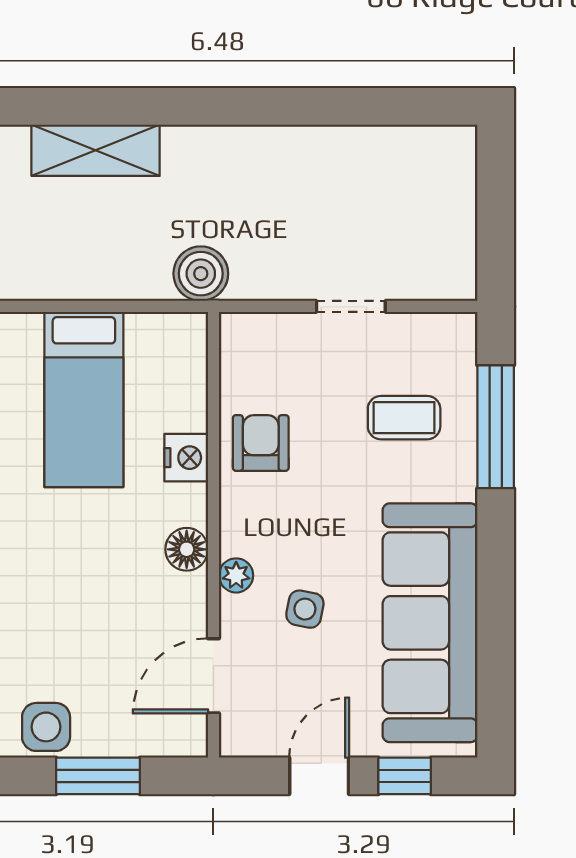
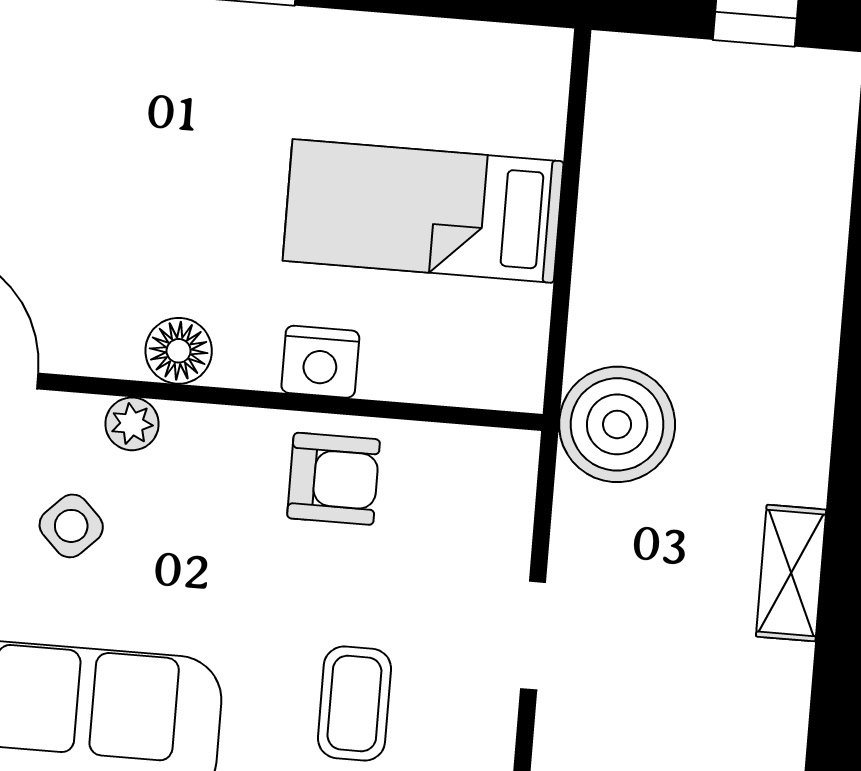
shelving: (96, 150) -> (791, 573), moved, width x0.67, depth x0.75
boiler: (201, 274) -> (617, 424), width x1.37, depth x1.37
side table: (305, 609) -> (71, 526), turned 34

